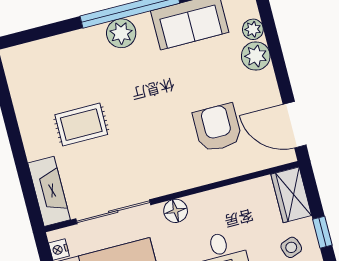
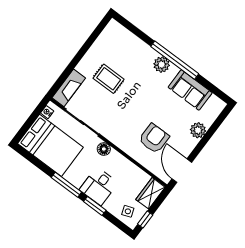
plant: (253, 29) -> (209, 120), removed

